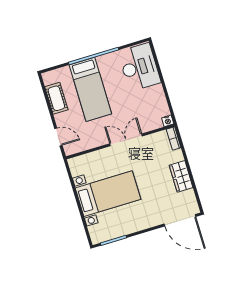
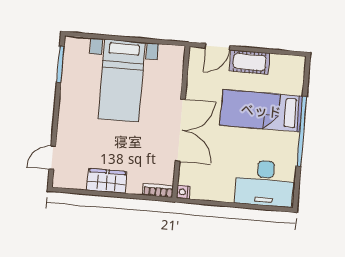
cot: (56, 98) -> (250, 62), moved
double door: (126, 140) -> (180, 130), width x1.37
door: (180, 220) -> (52, 158), width x0.53

